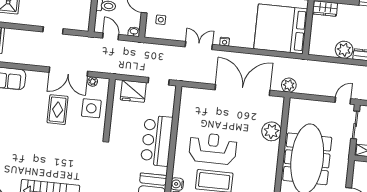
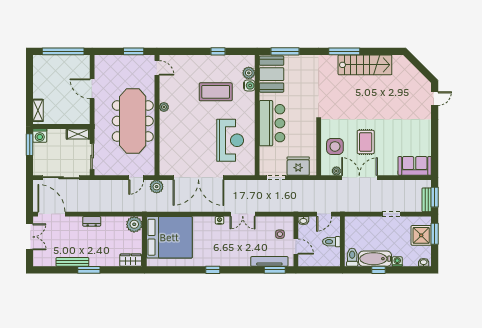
doorway: (53, 30) -> (392, 214), moved
door: (111, 36) -> (324, 214), hinge flipped
plant: (344, 50) -> (134, 224), moved
door: (343, 101) -> (136, 178), moved
plant: (271, 131) -> (164, 107), moved, width x0.53, depth x0.53
reception desk: (213, 148) -> (230, 140), moved, turned -90

